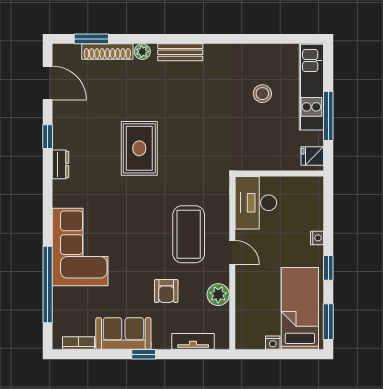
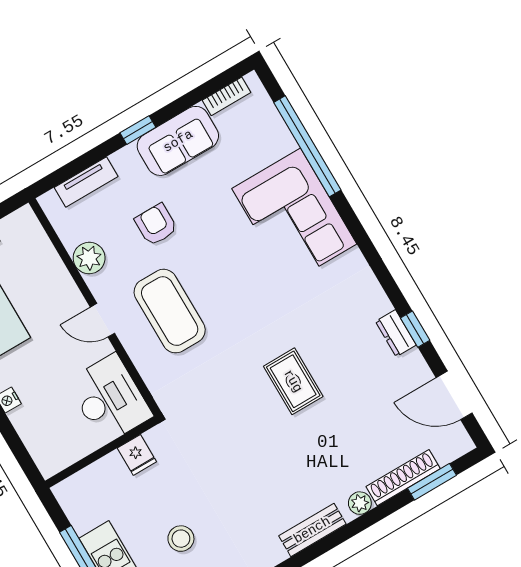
rug: (139, 148) -> (293, 381), width x0.73, depth x0.70
fridge: (312, 156) -> (137, 455), moved, turned 90
dresser: (61, 164) -> (396, 333), moved

